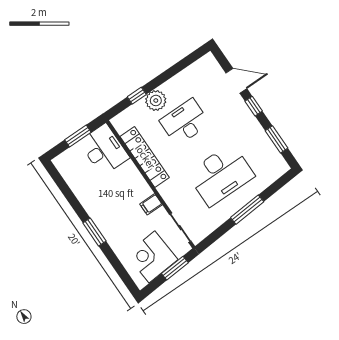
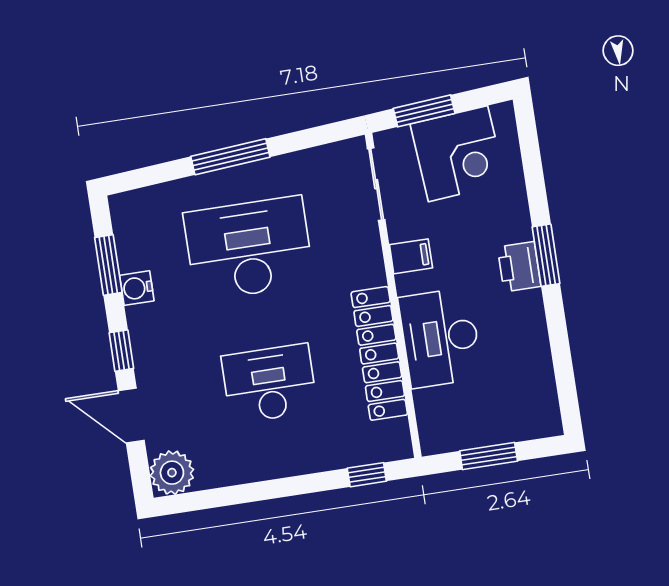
window: (137, 96) -> (367, 475), moved
plant: (156, 100) -> (172, 473), moved
desk: (185, 122) -> (269, 384), turned 180
water cooler: (260, 135) -> (137, 288), added
desk: (104, 150) -> (440, 338), moved
printer: (103, 222) -> (519, 267), added

